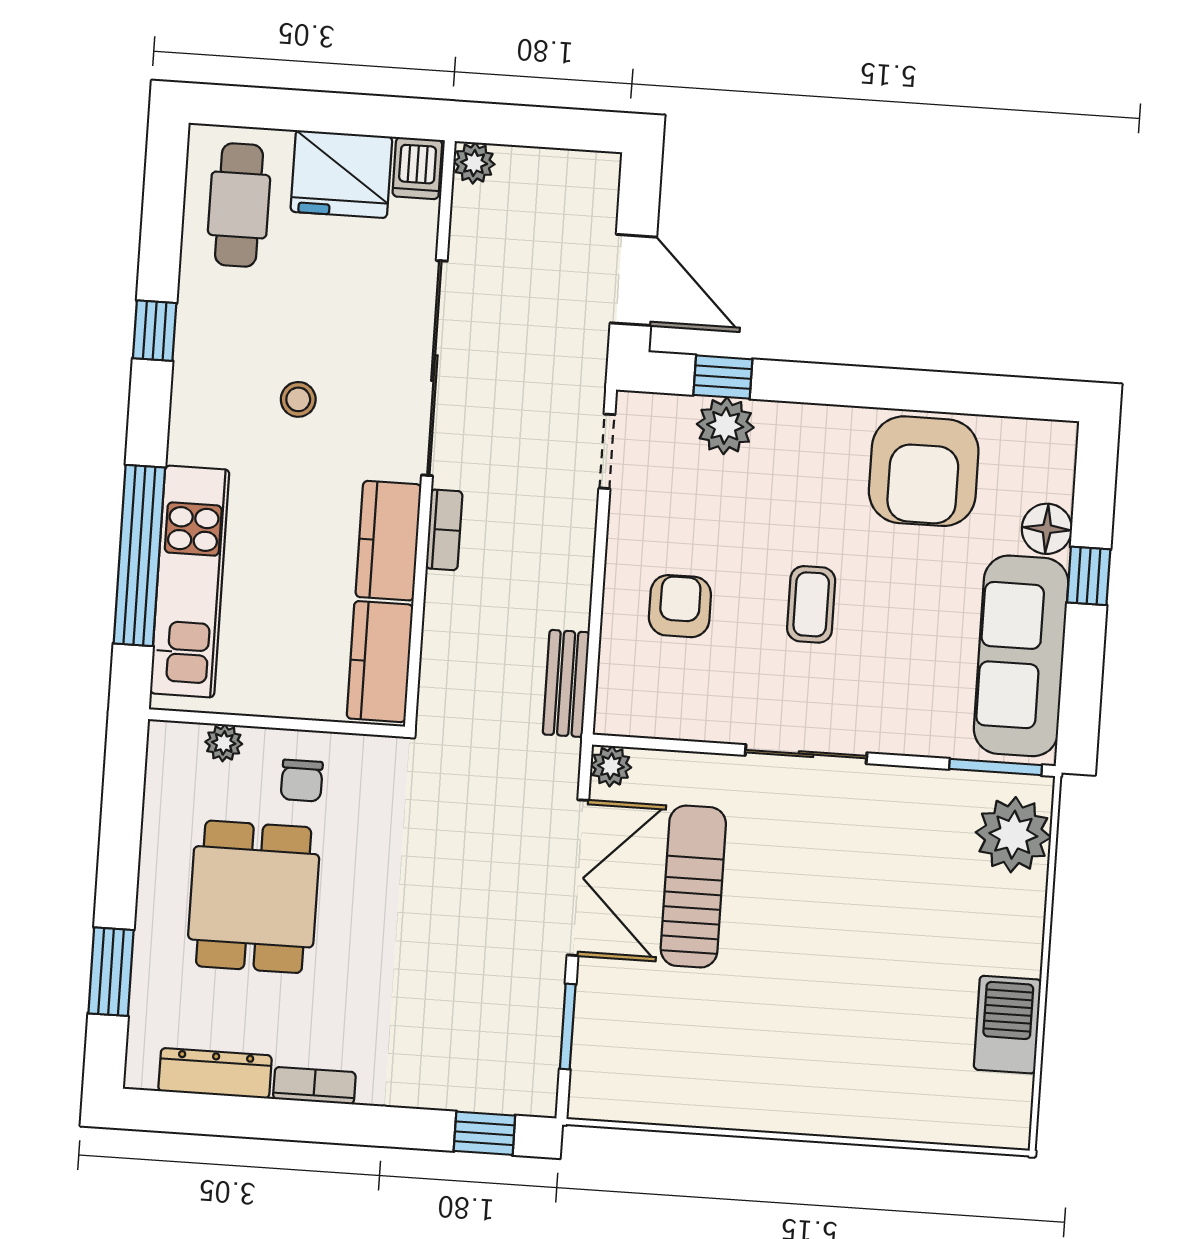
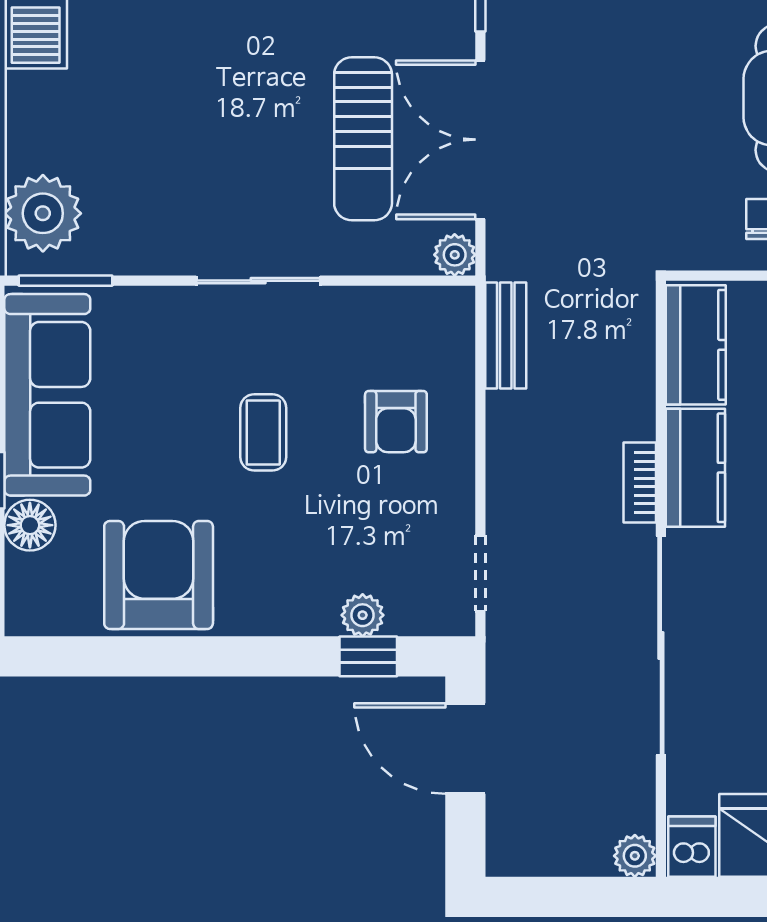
plant: (725, 426) -> (363, 615), width x0.73, depth x0.73

